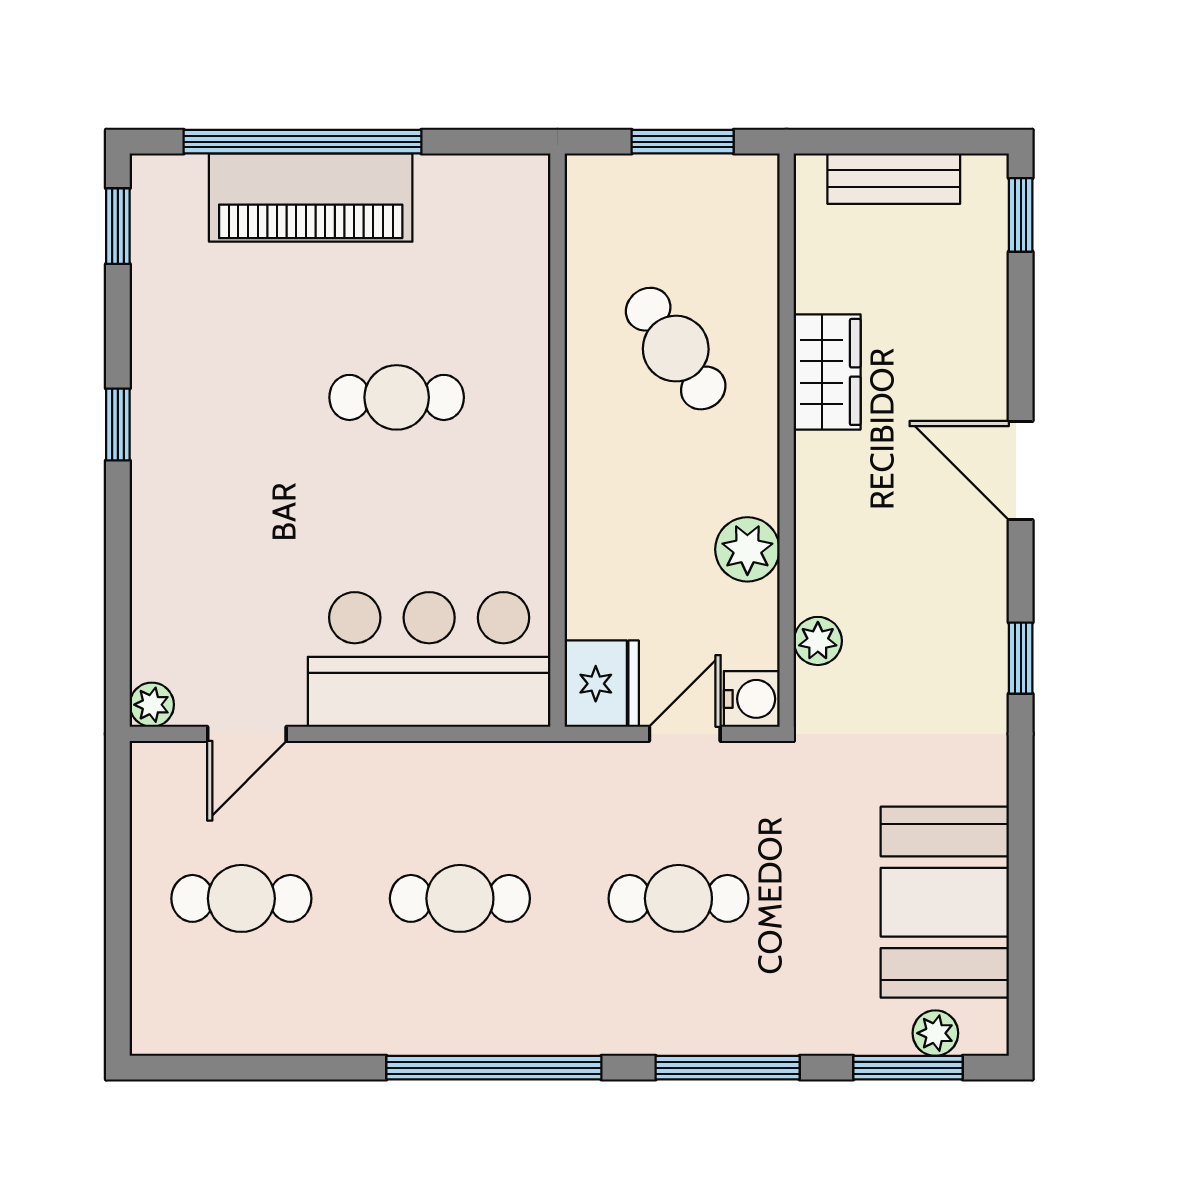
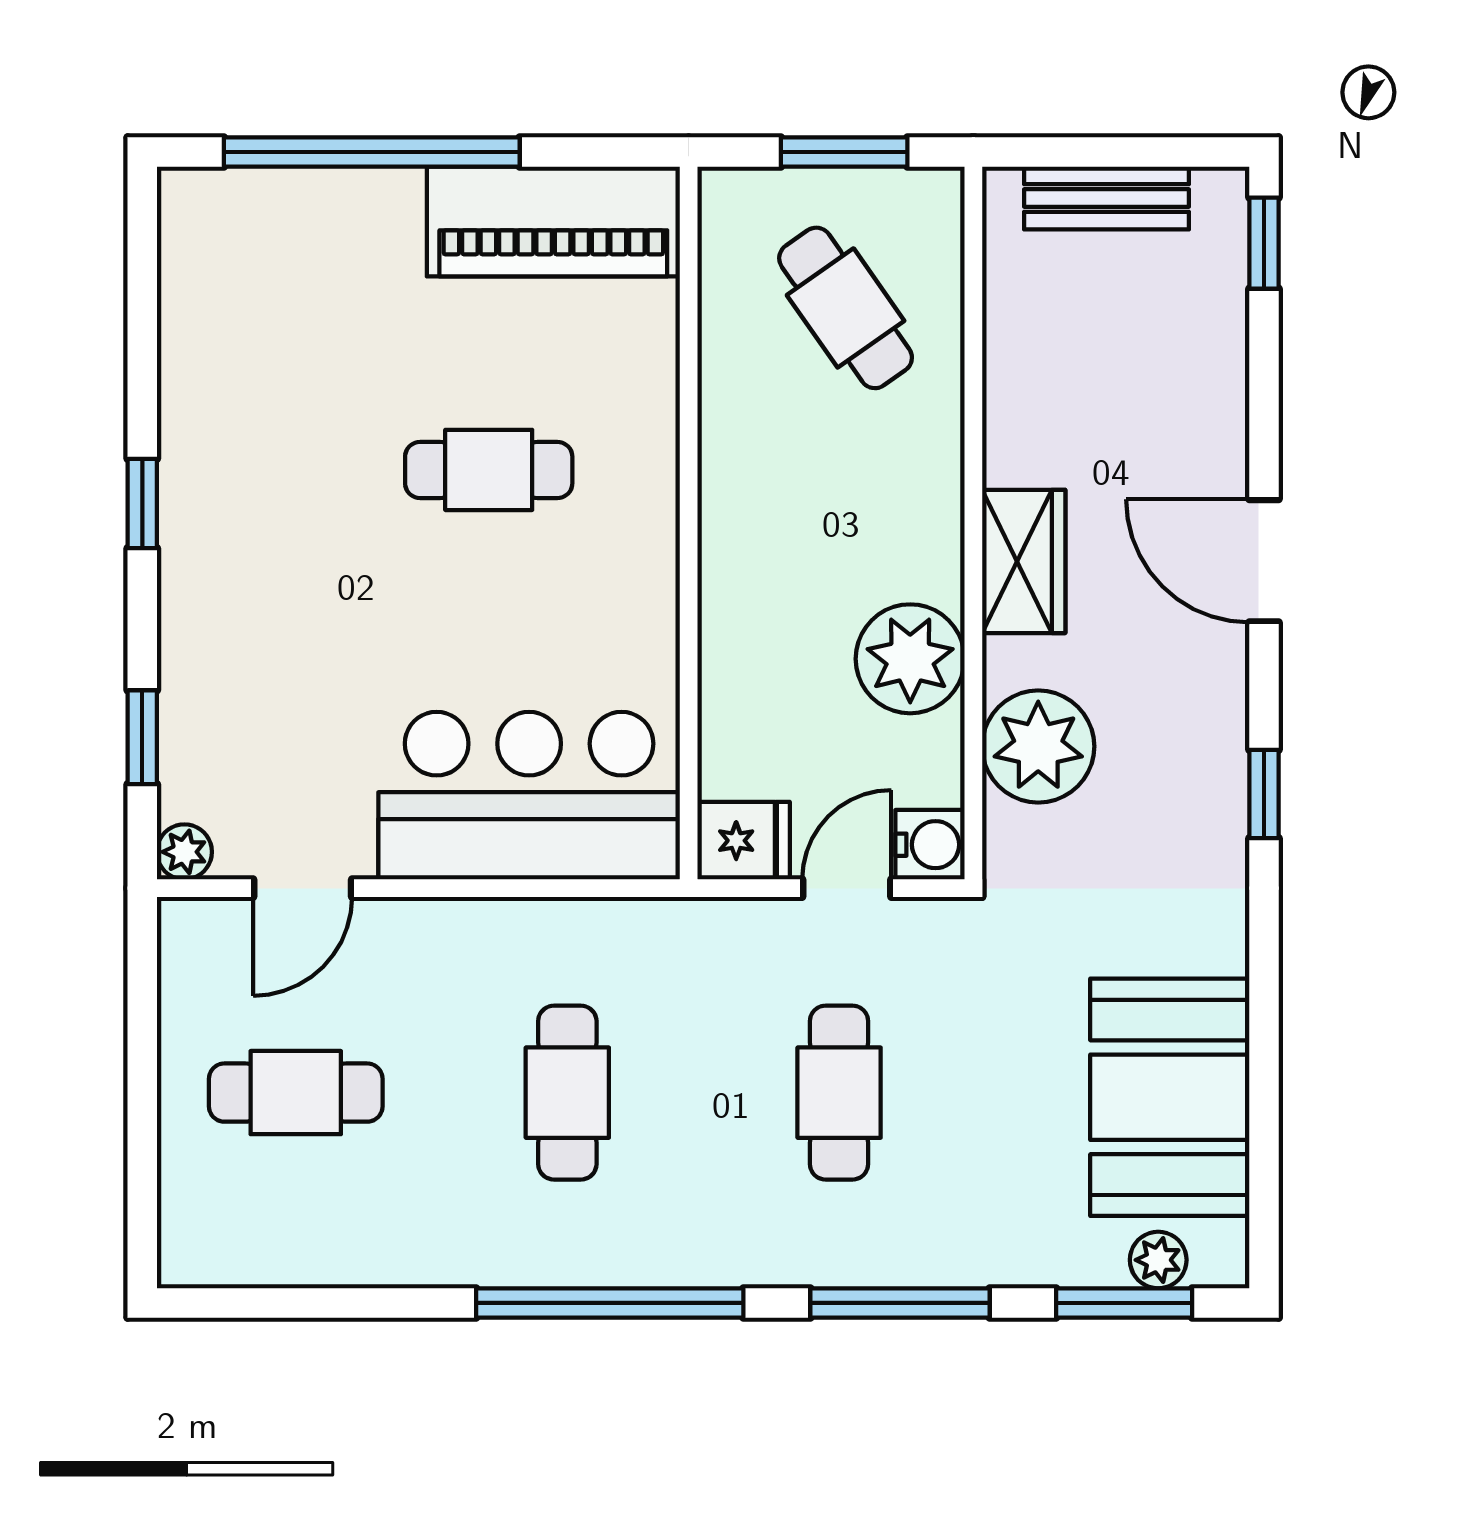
piano: (311, 198) -> (553, 221), moved
window: (118, 226) -> (142, 737), moved
cafe table: (676, 349) -> (846, 308), moved
wardrobe: (827, 372) -> (1024, 561), moved
plant: (747, 549) -> (910, 659), width x1.36, depth x1.36
plant: (818, 641) -> (1038, 746), width x1.87, depth x1.87
fridge: (602, 684) -> (744, 841), width x0.72
cafe table: (460, 898) -> (567, 1093), turned 90
cafe table: (678, 898) -> (839, 1093), turned 90

